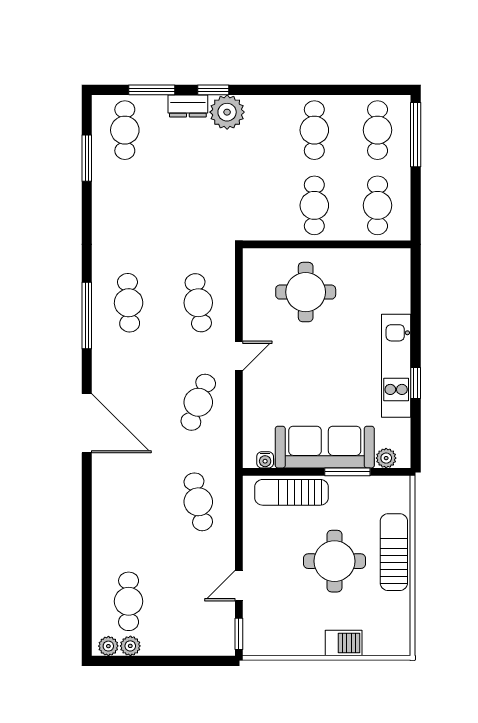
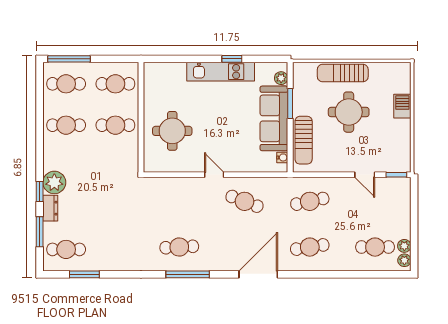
cafe table: (198, 303) -> (310, 247), moved

